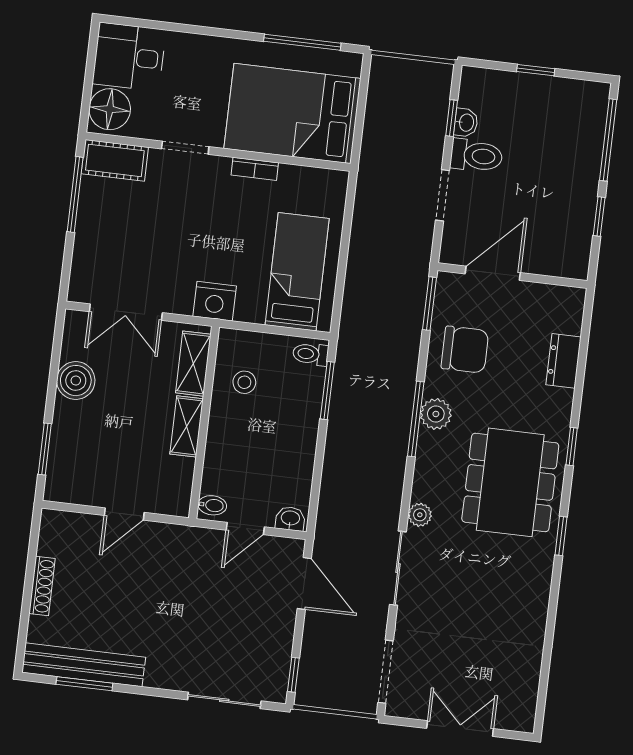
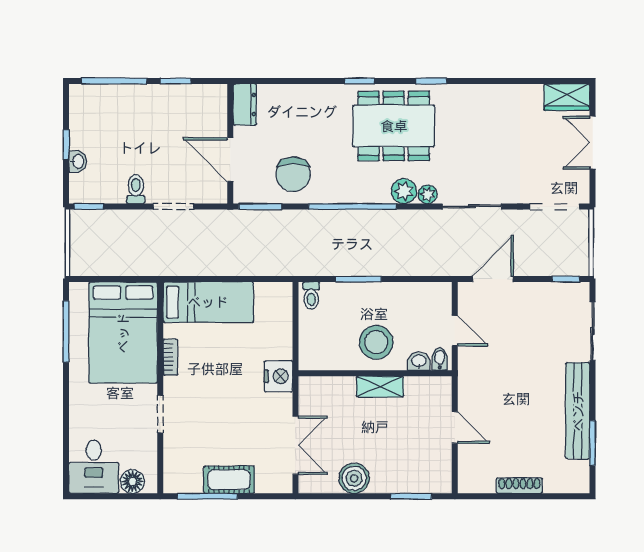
floor lamp: (110, 109) -> (132, 482), width x0.73, depth x0.73
window: (452, 118) -> (89, 207), moved
washbasin: (466, 123) -> (78, 162), moved, turned 90
toilet: (476, 156) -> (136, 189), width x0.73, depth x0.72
cot: (115, 160) -> (229, 480), moved, turned 90
bed: (297, 272) -> (208, 302), moved, turned 180
chair: (465, 350) -> (293, 174), turned 180
dresser: (563, 361) -> (245, 105), moved, turned -90
shelving: (193, 364) -> (330, 387), removed
stool: (244, 382) -> (376, 342), moved, width x1.89, depth x1.89
window: (327, 391) -> (358, 279), moved
plant: (436, 414) -> (404, 191), moved
window: (416, 419) -> (353, 207), width x1.46
washbasin: (290, 519) -> (419, 361), moved, turned 90
bench: (84, 665) -> (578, 411), moved
wardrobe: (521, 703) -> (567, 97), added

